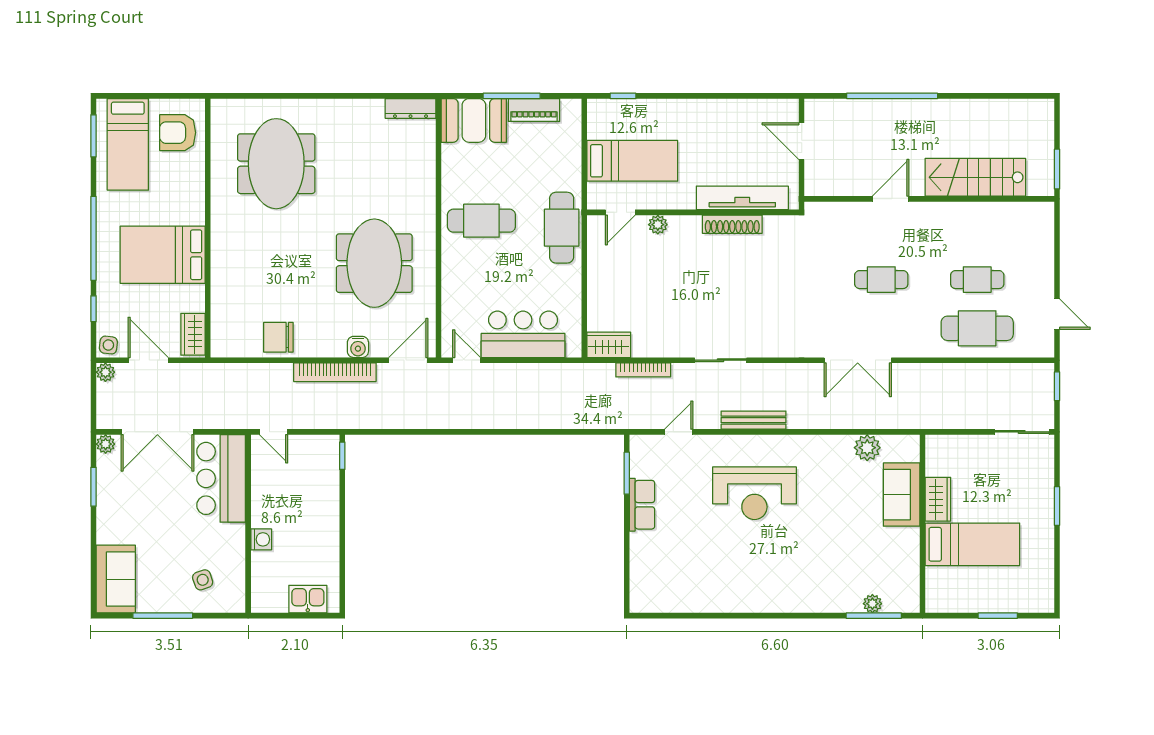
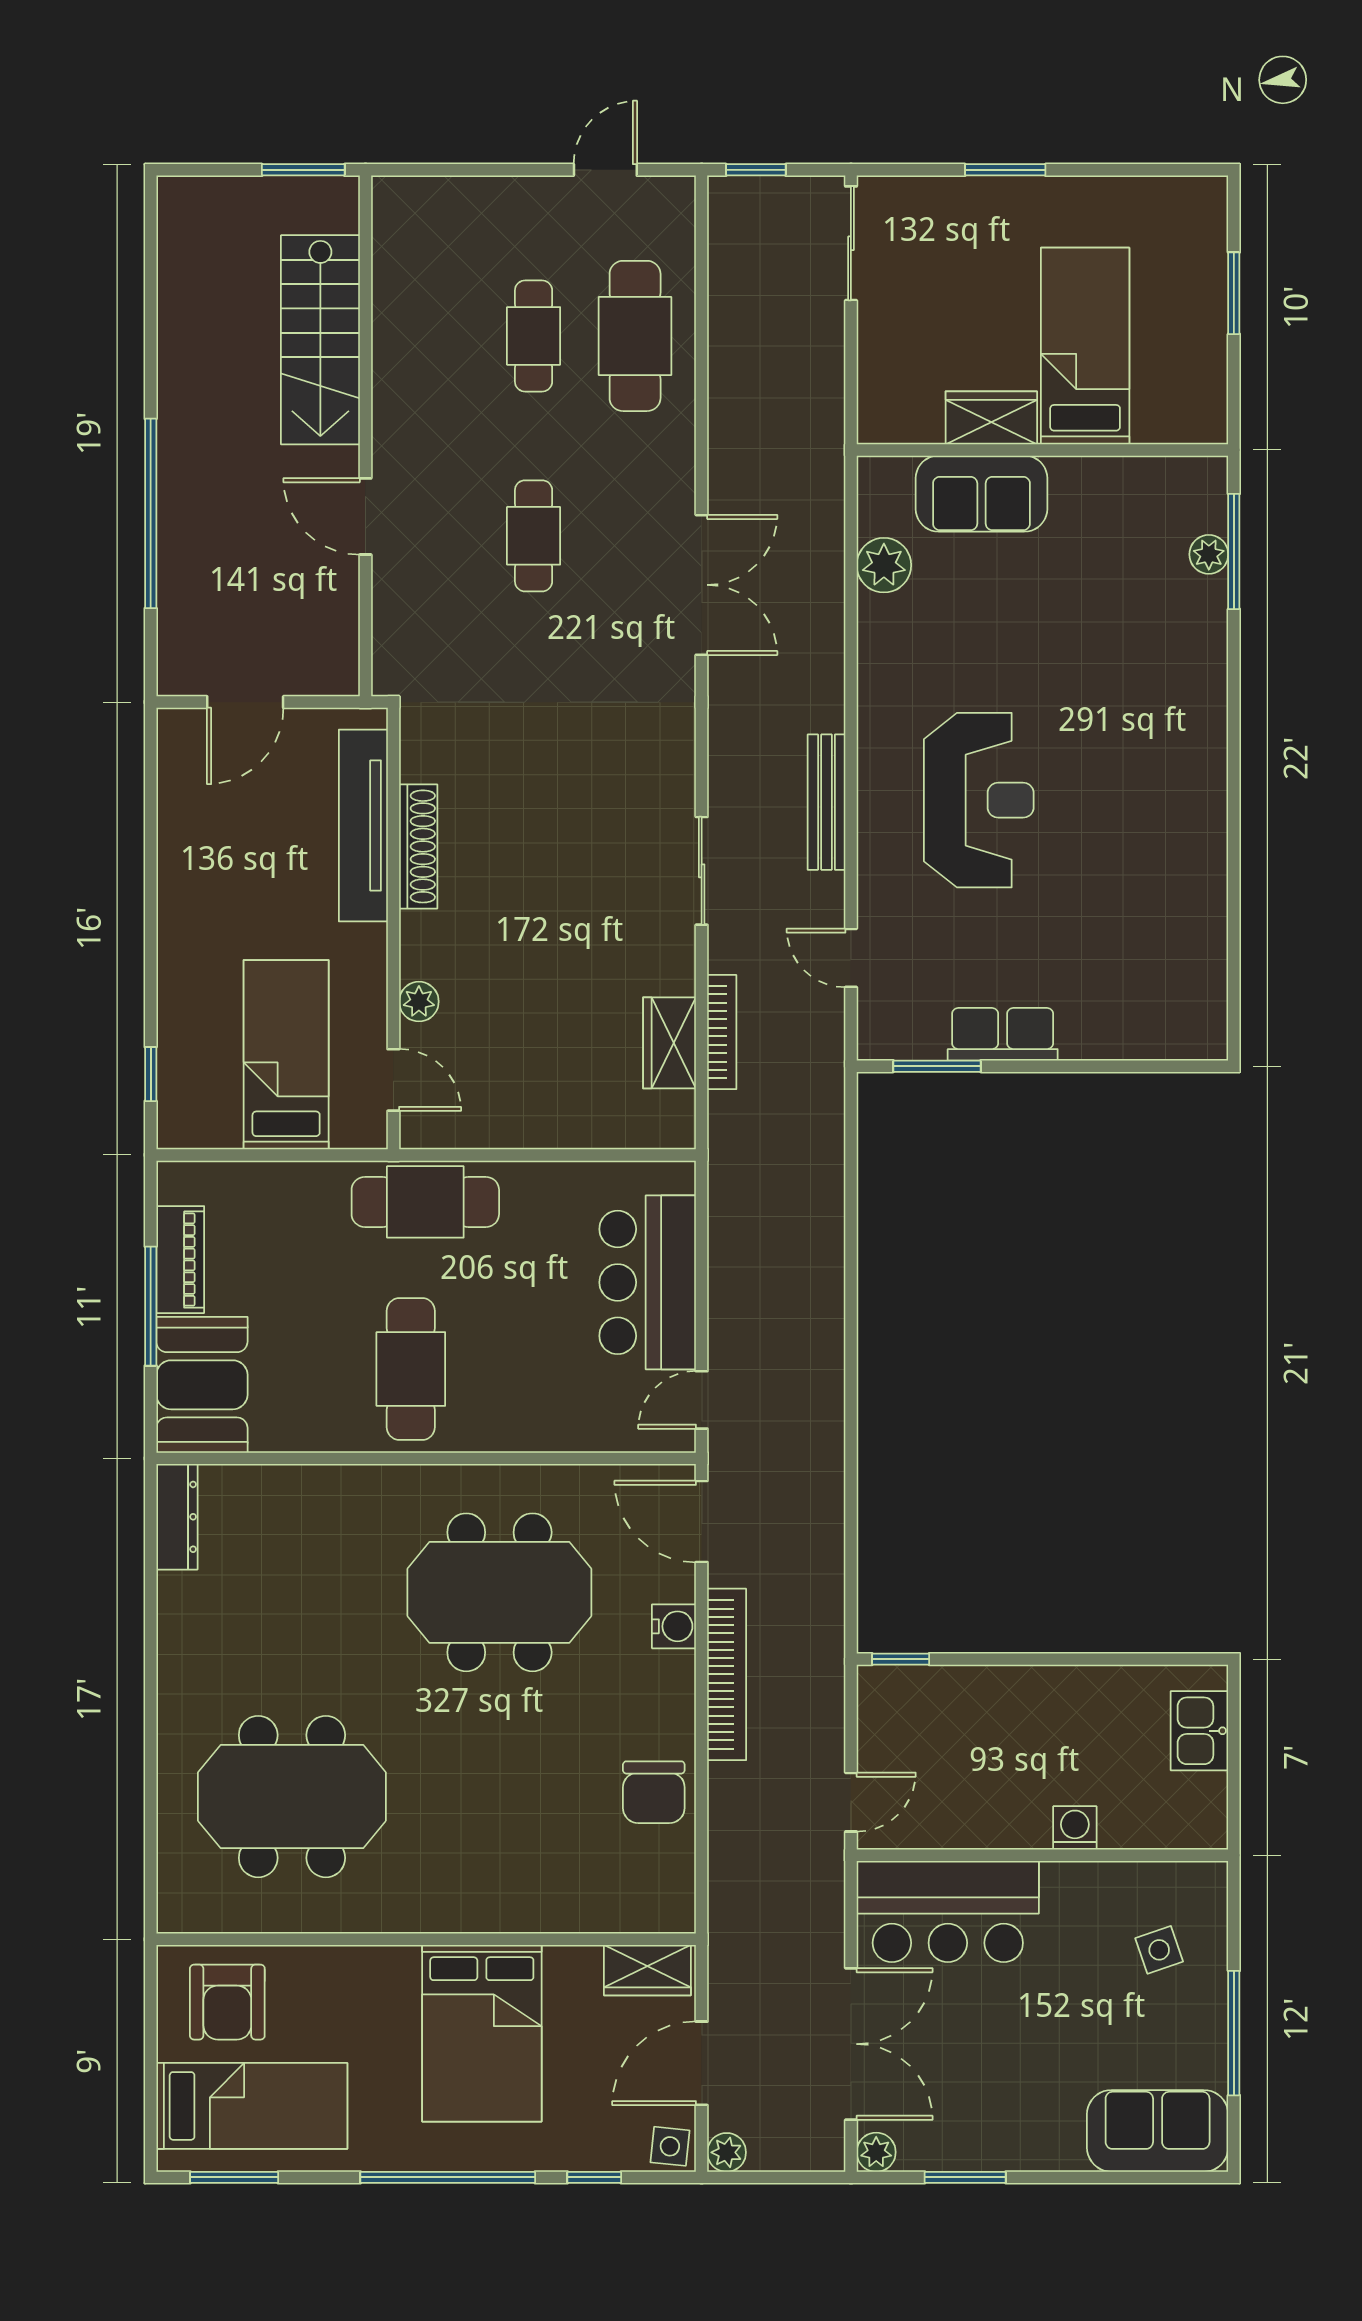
wardrobe: (609, 345) -> (670, 1043), moved

